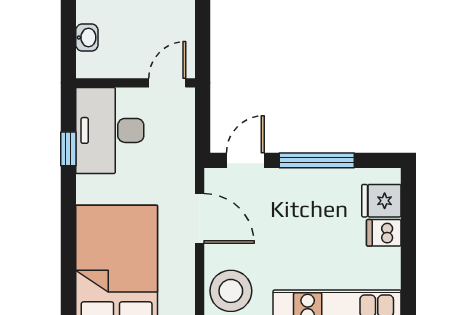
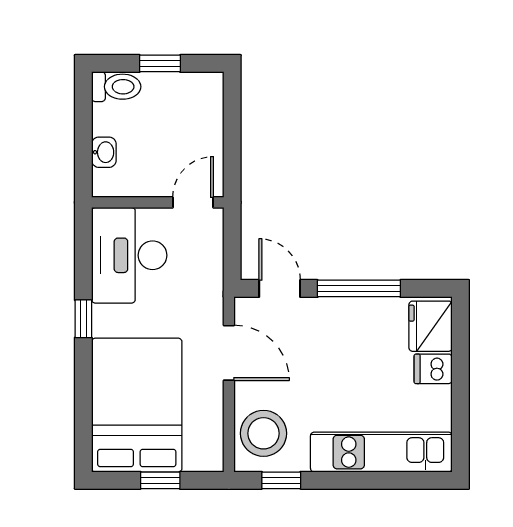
window: (68, 149) -> (83, 319), moved
door: (245, 160) -> (280, 288), hinge flipped
fridge: (381, 201) -> (431, 326), width x1.38

